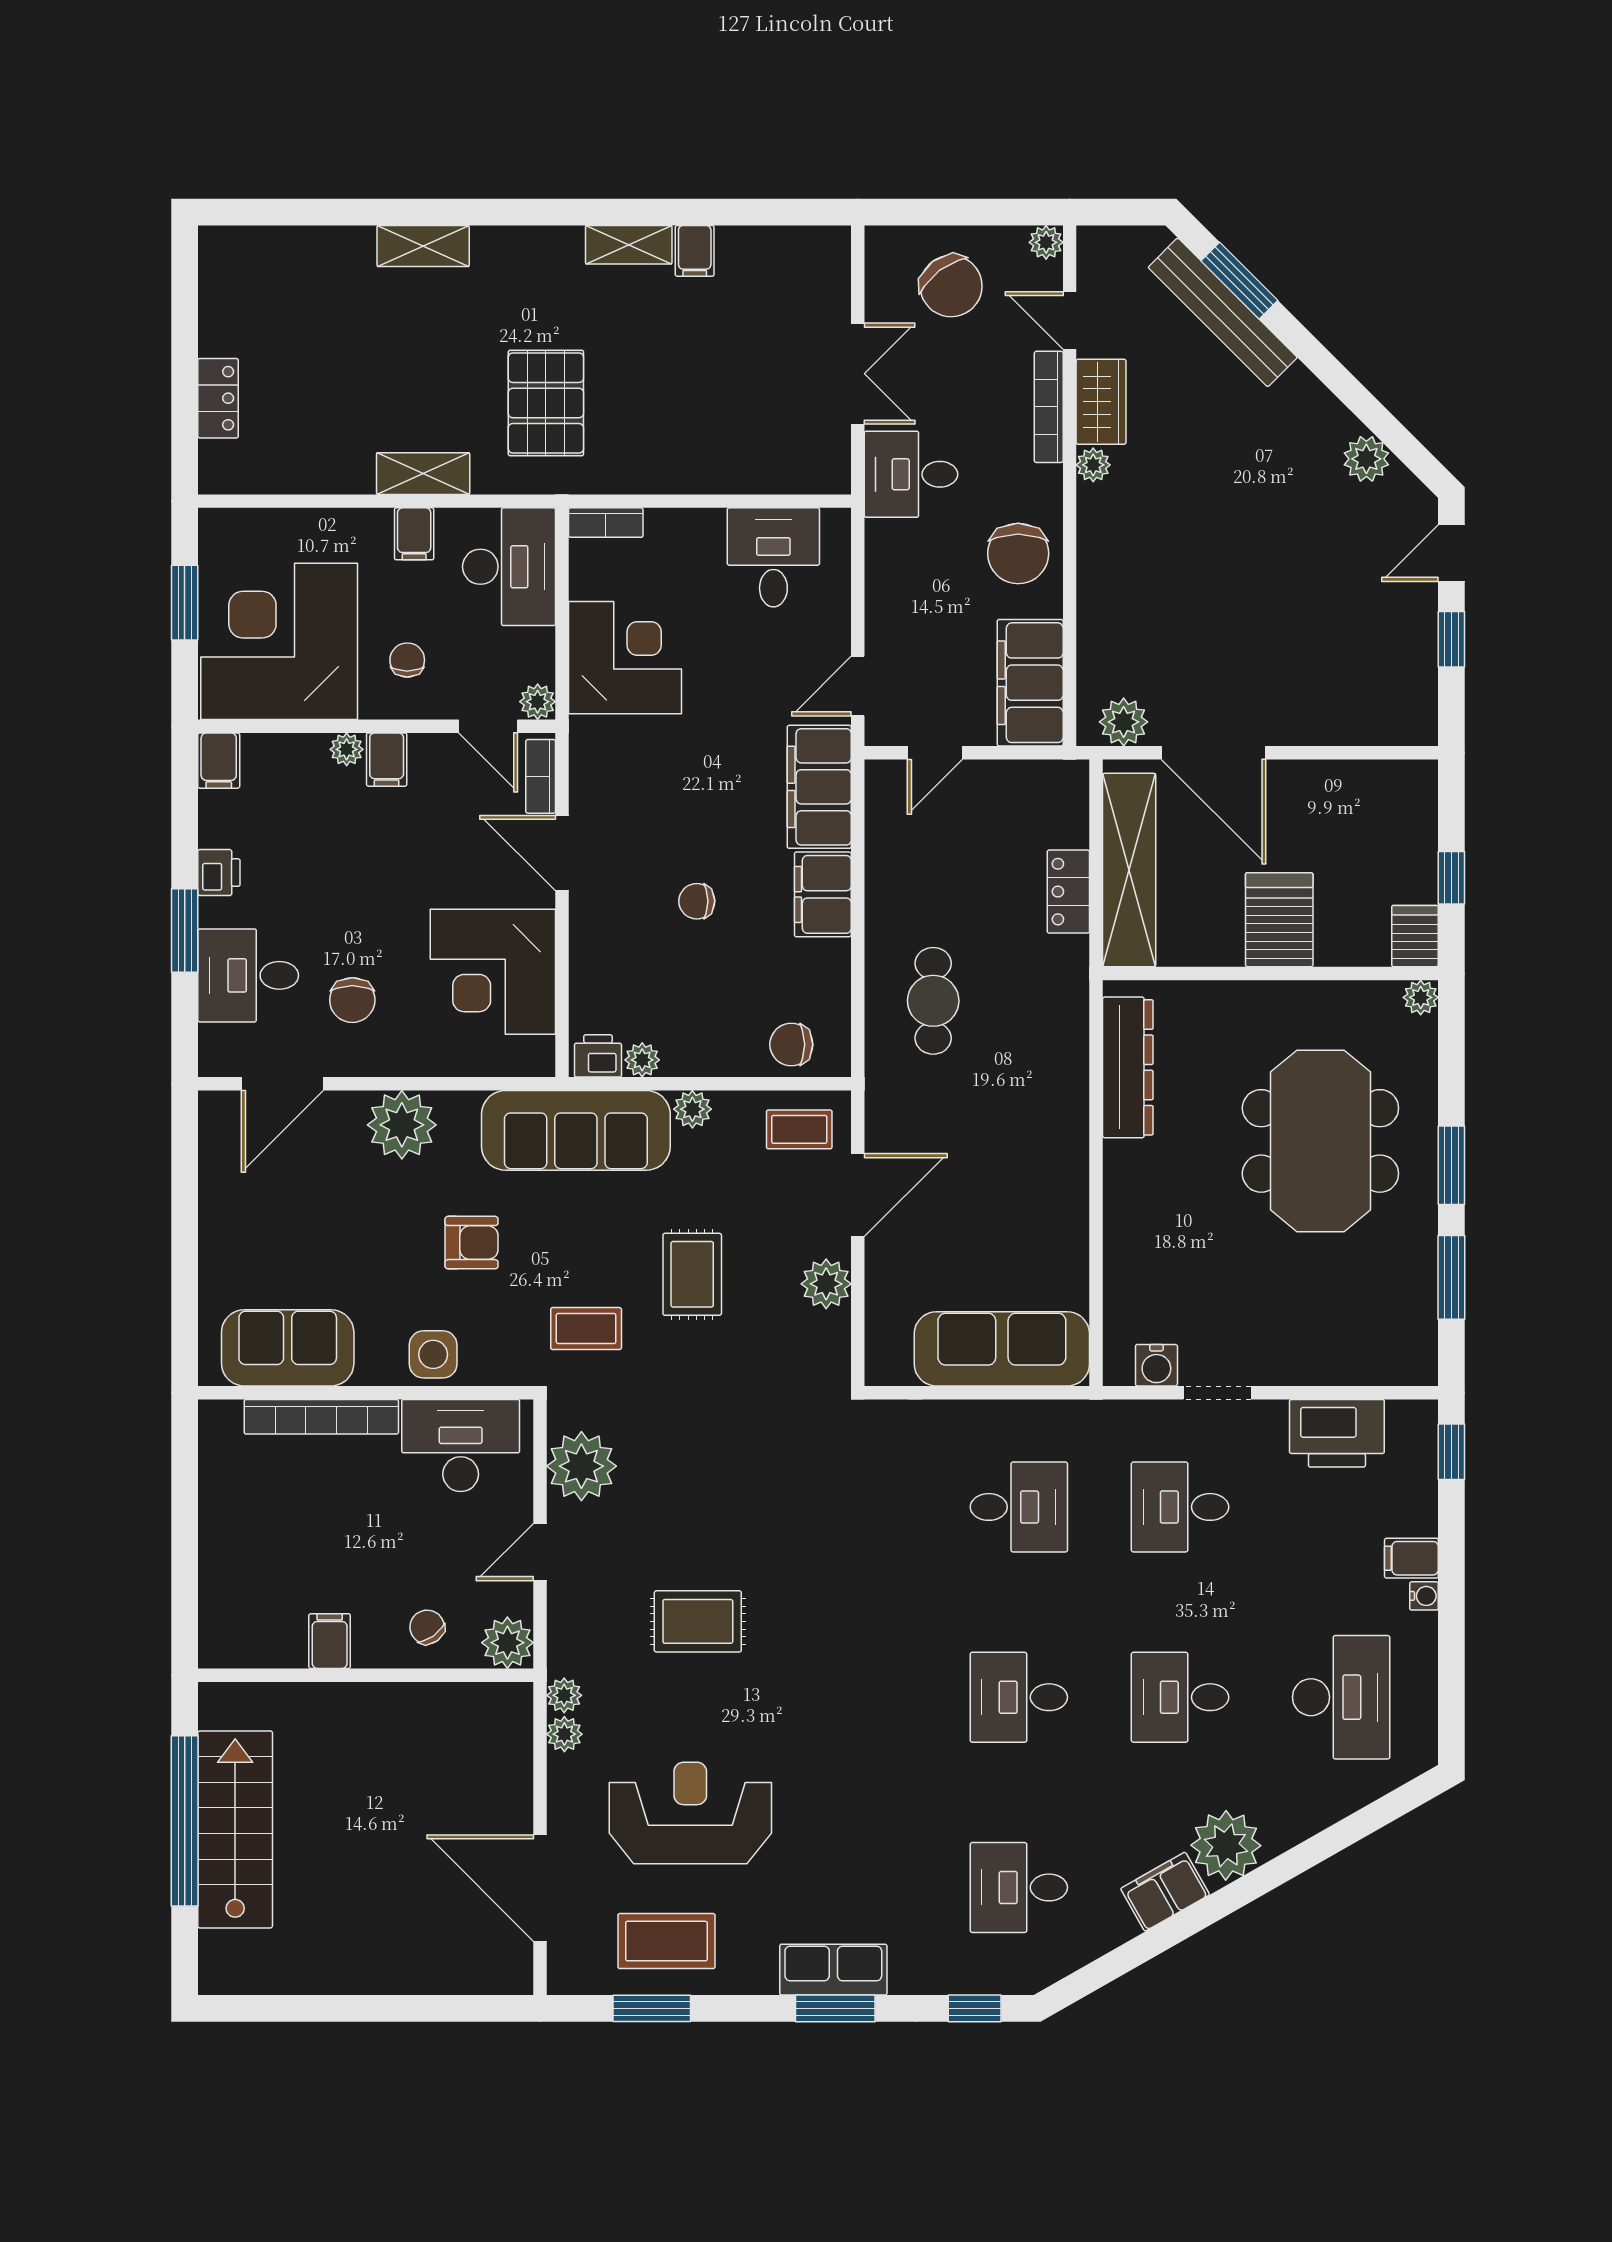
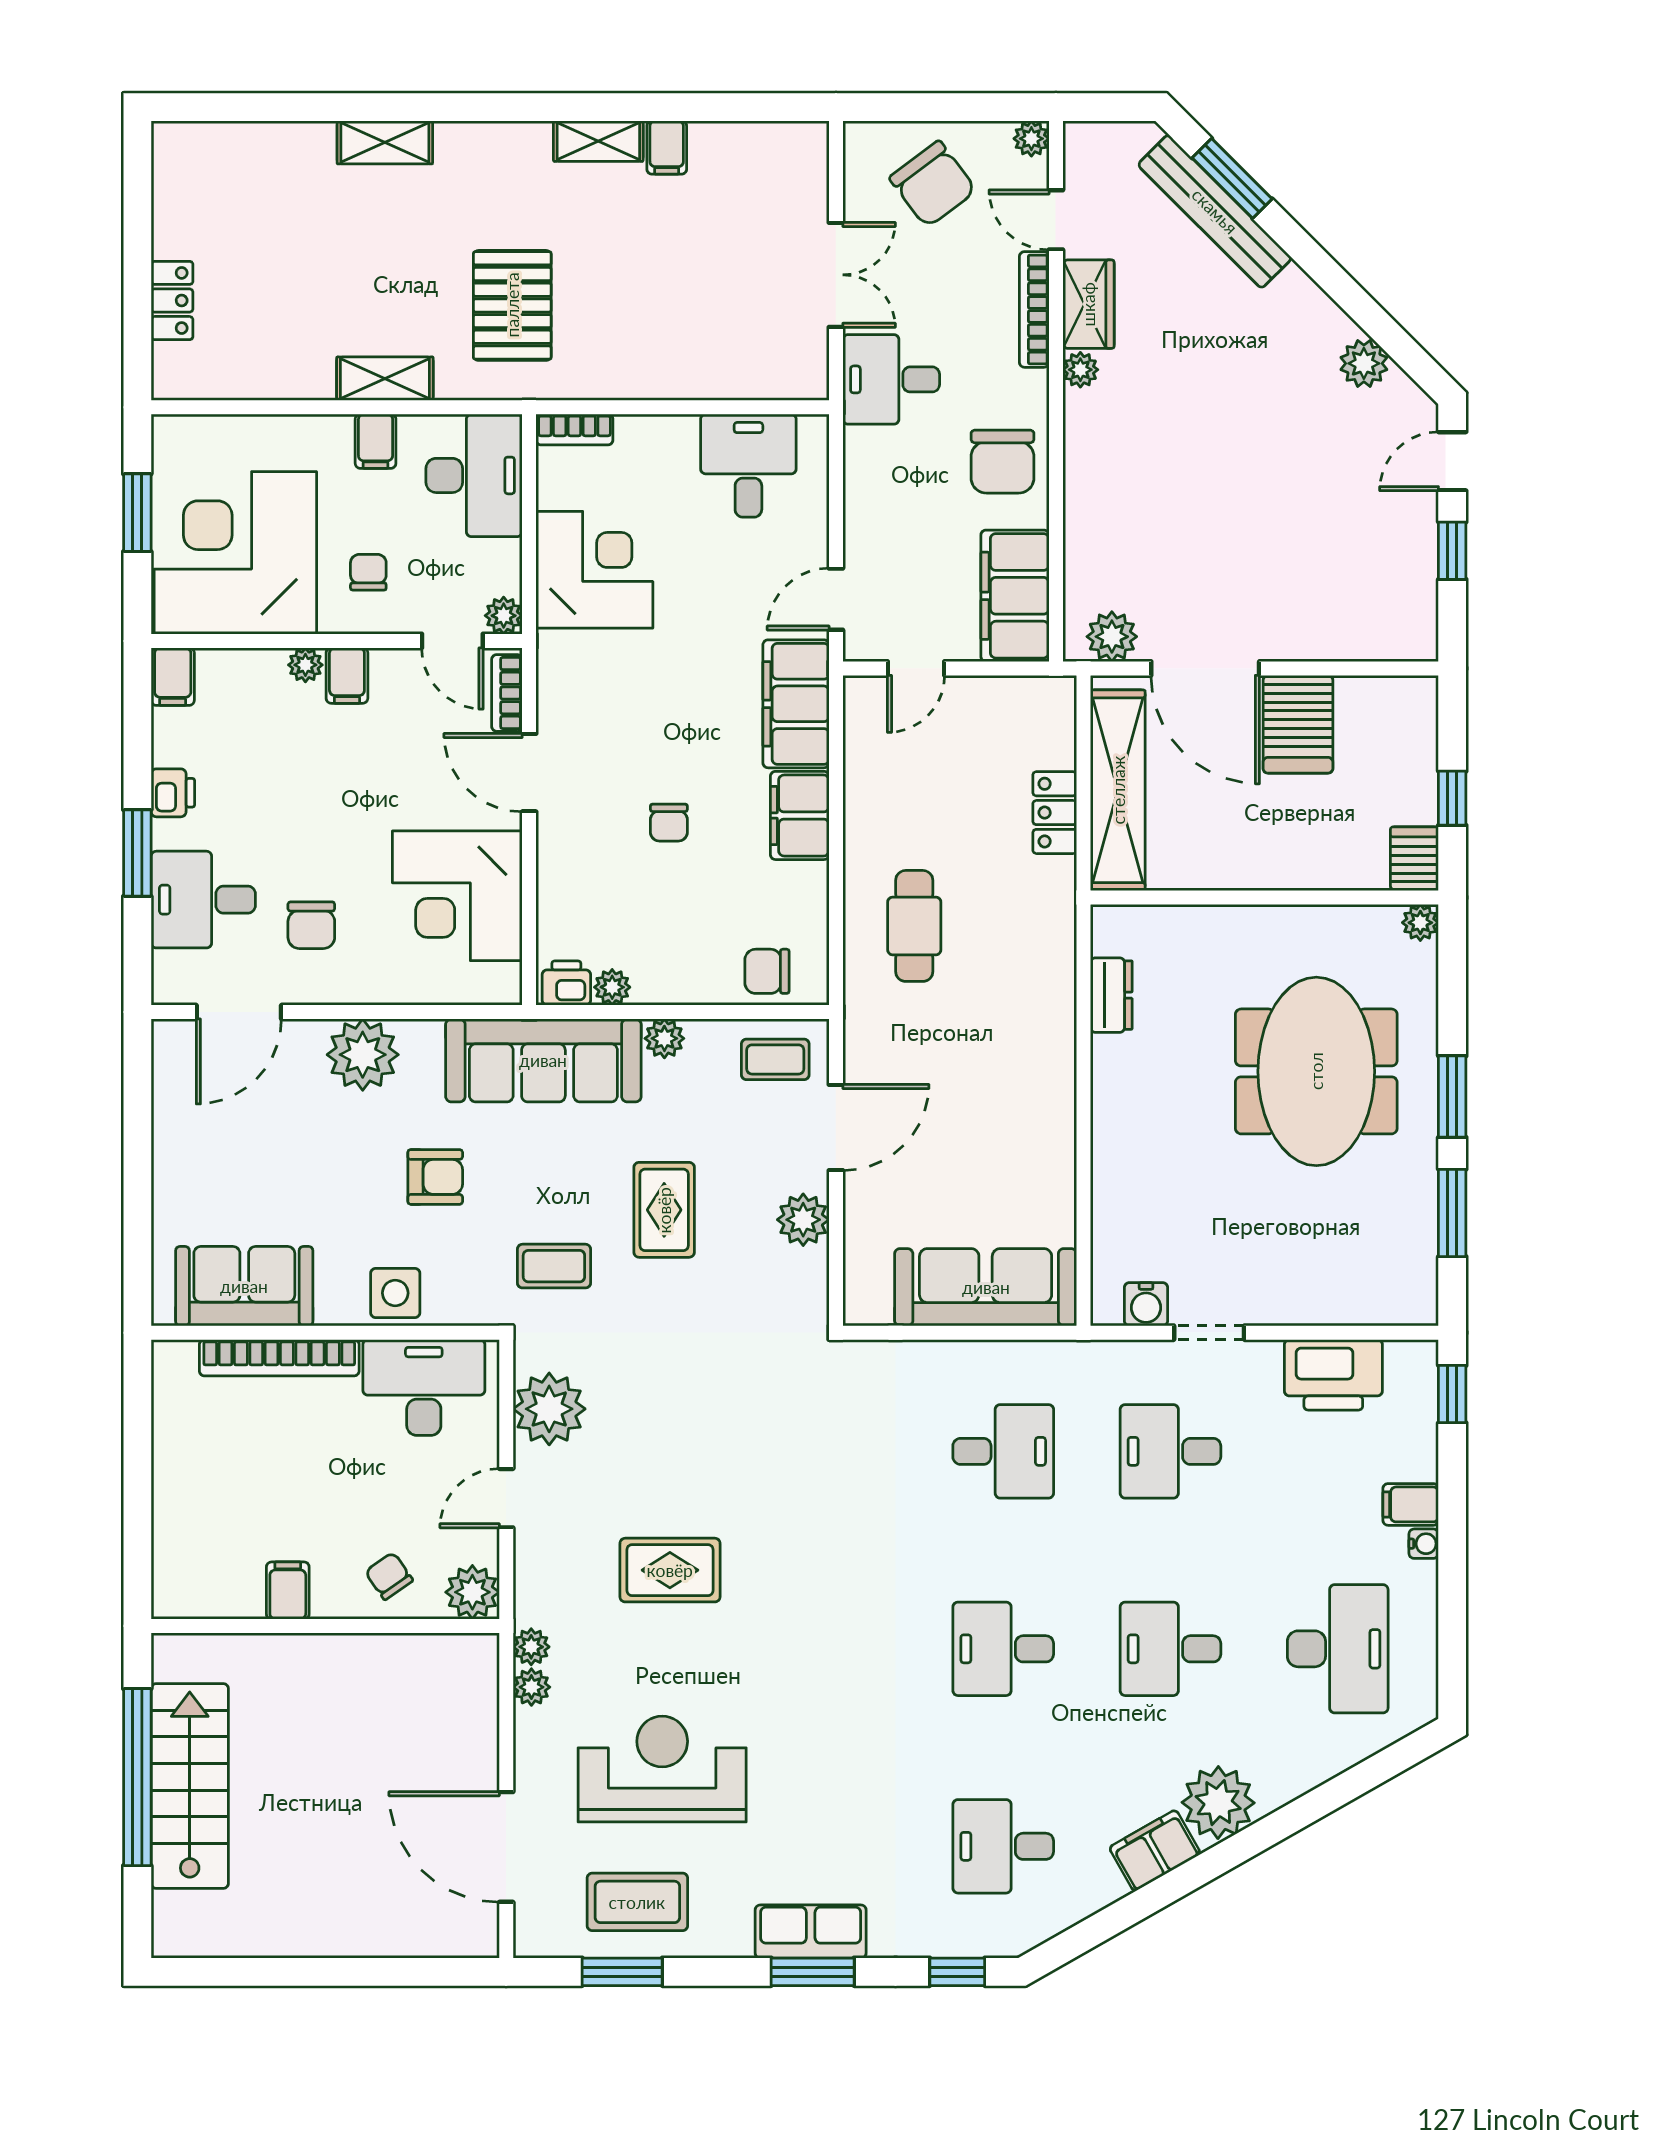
chair: (697, 901) -> (669, 823), turned -90
server rack: (1279, 920) -> (1298, 724), moved, turned 180
dresser: (1128, 1067) -> (1111, 995), width x0.51, depth x0.80

